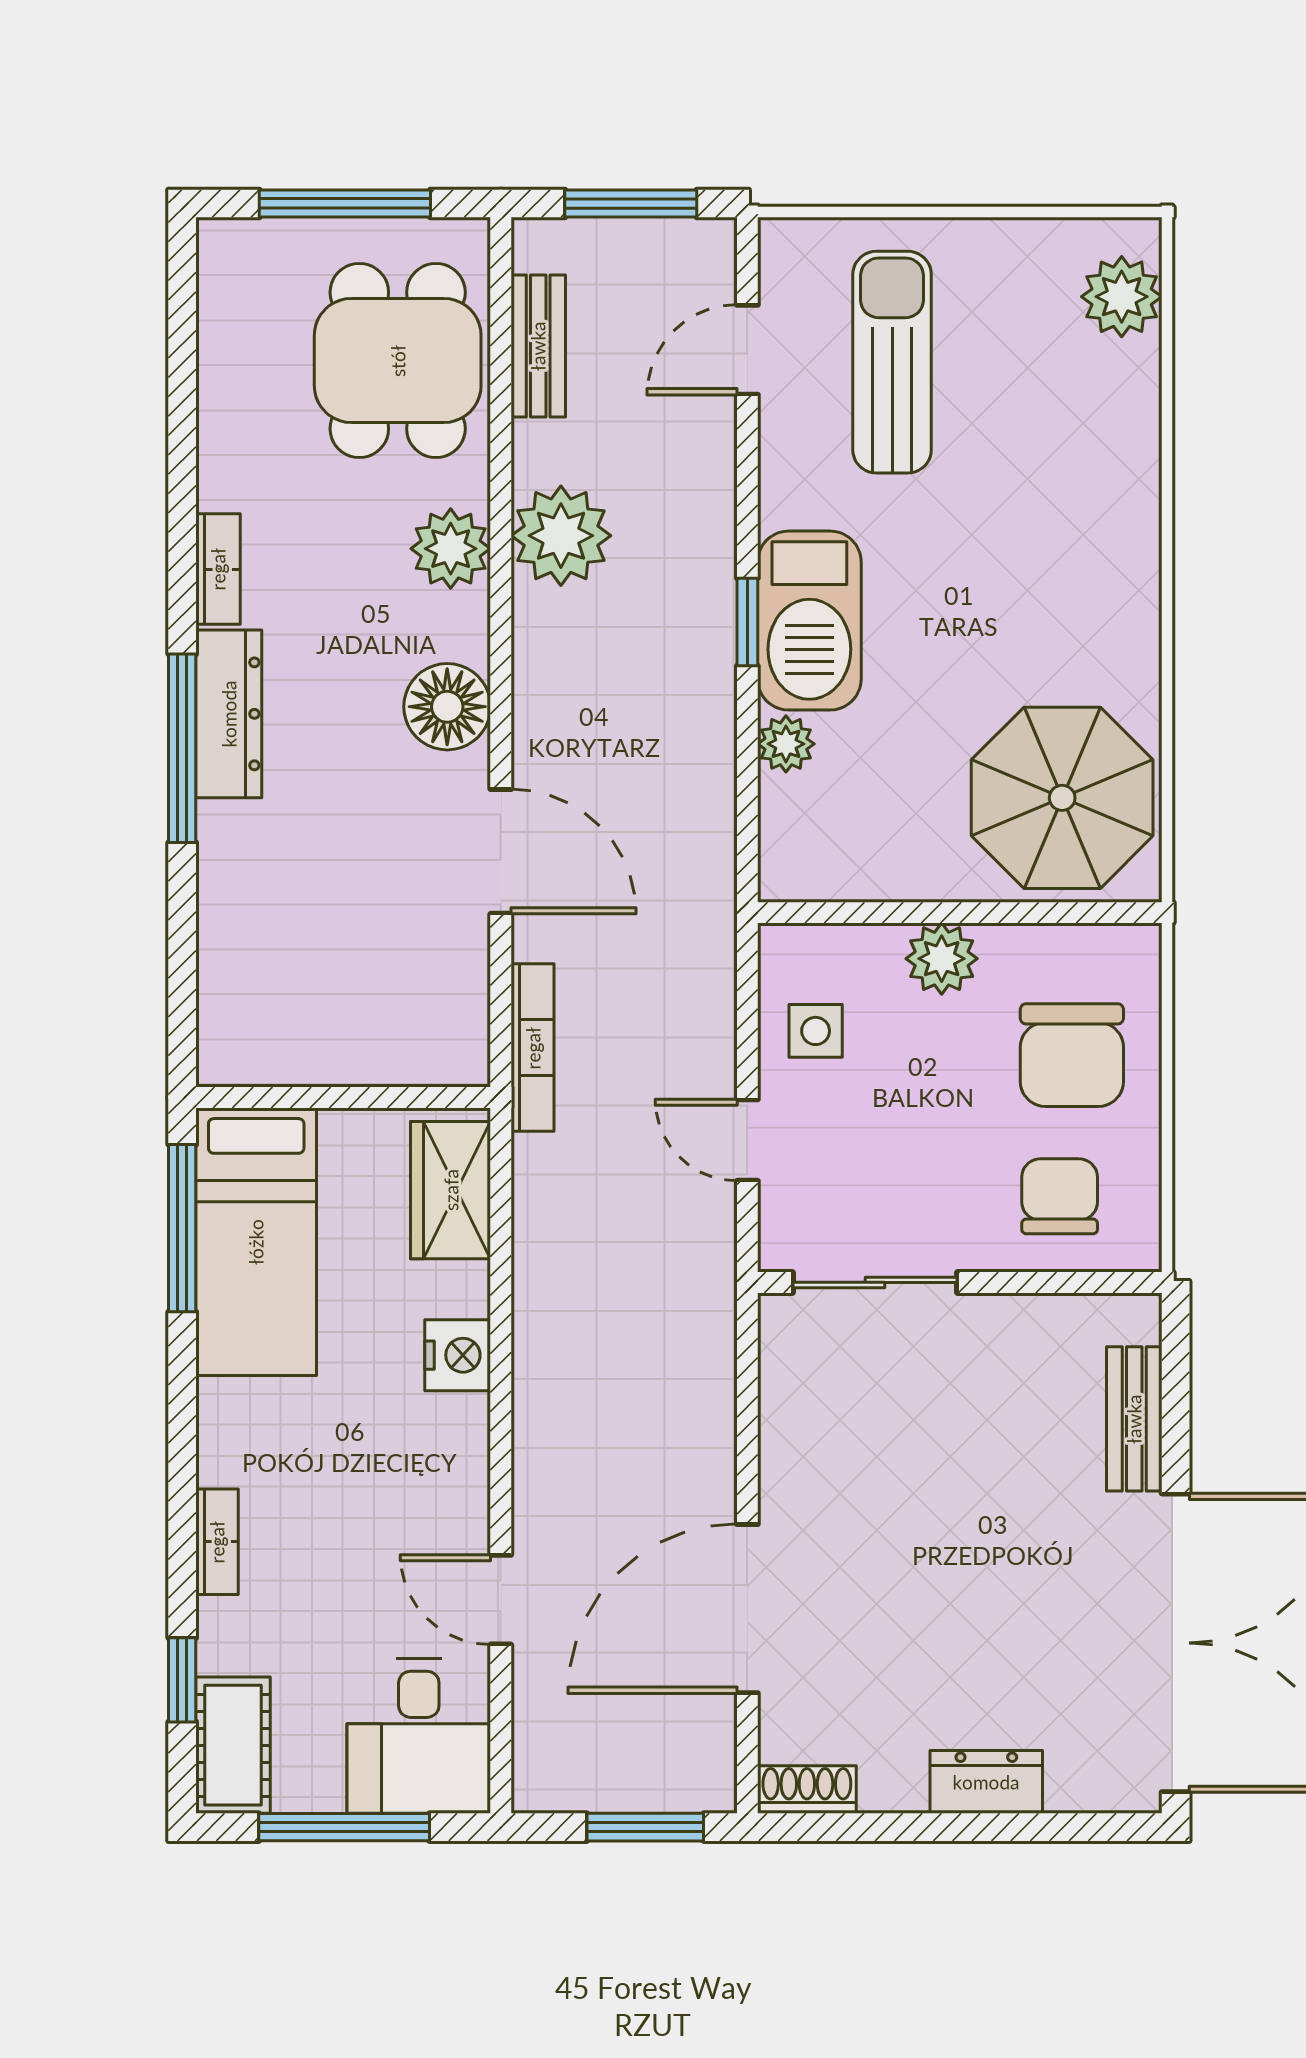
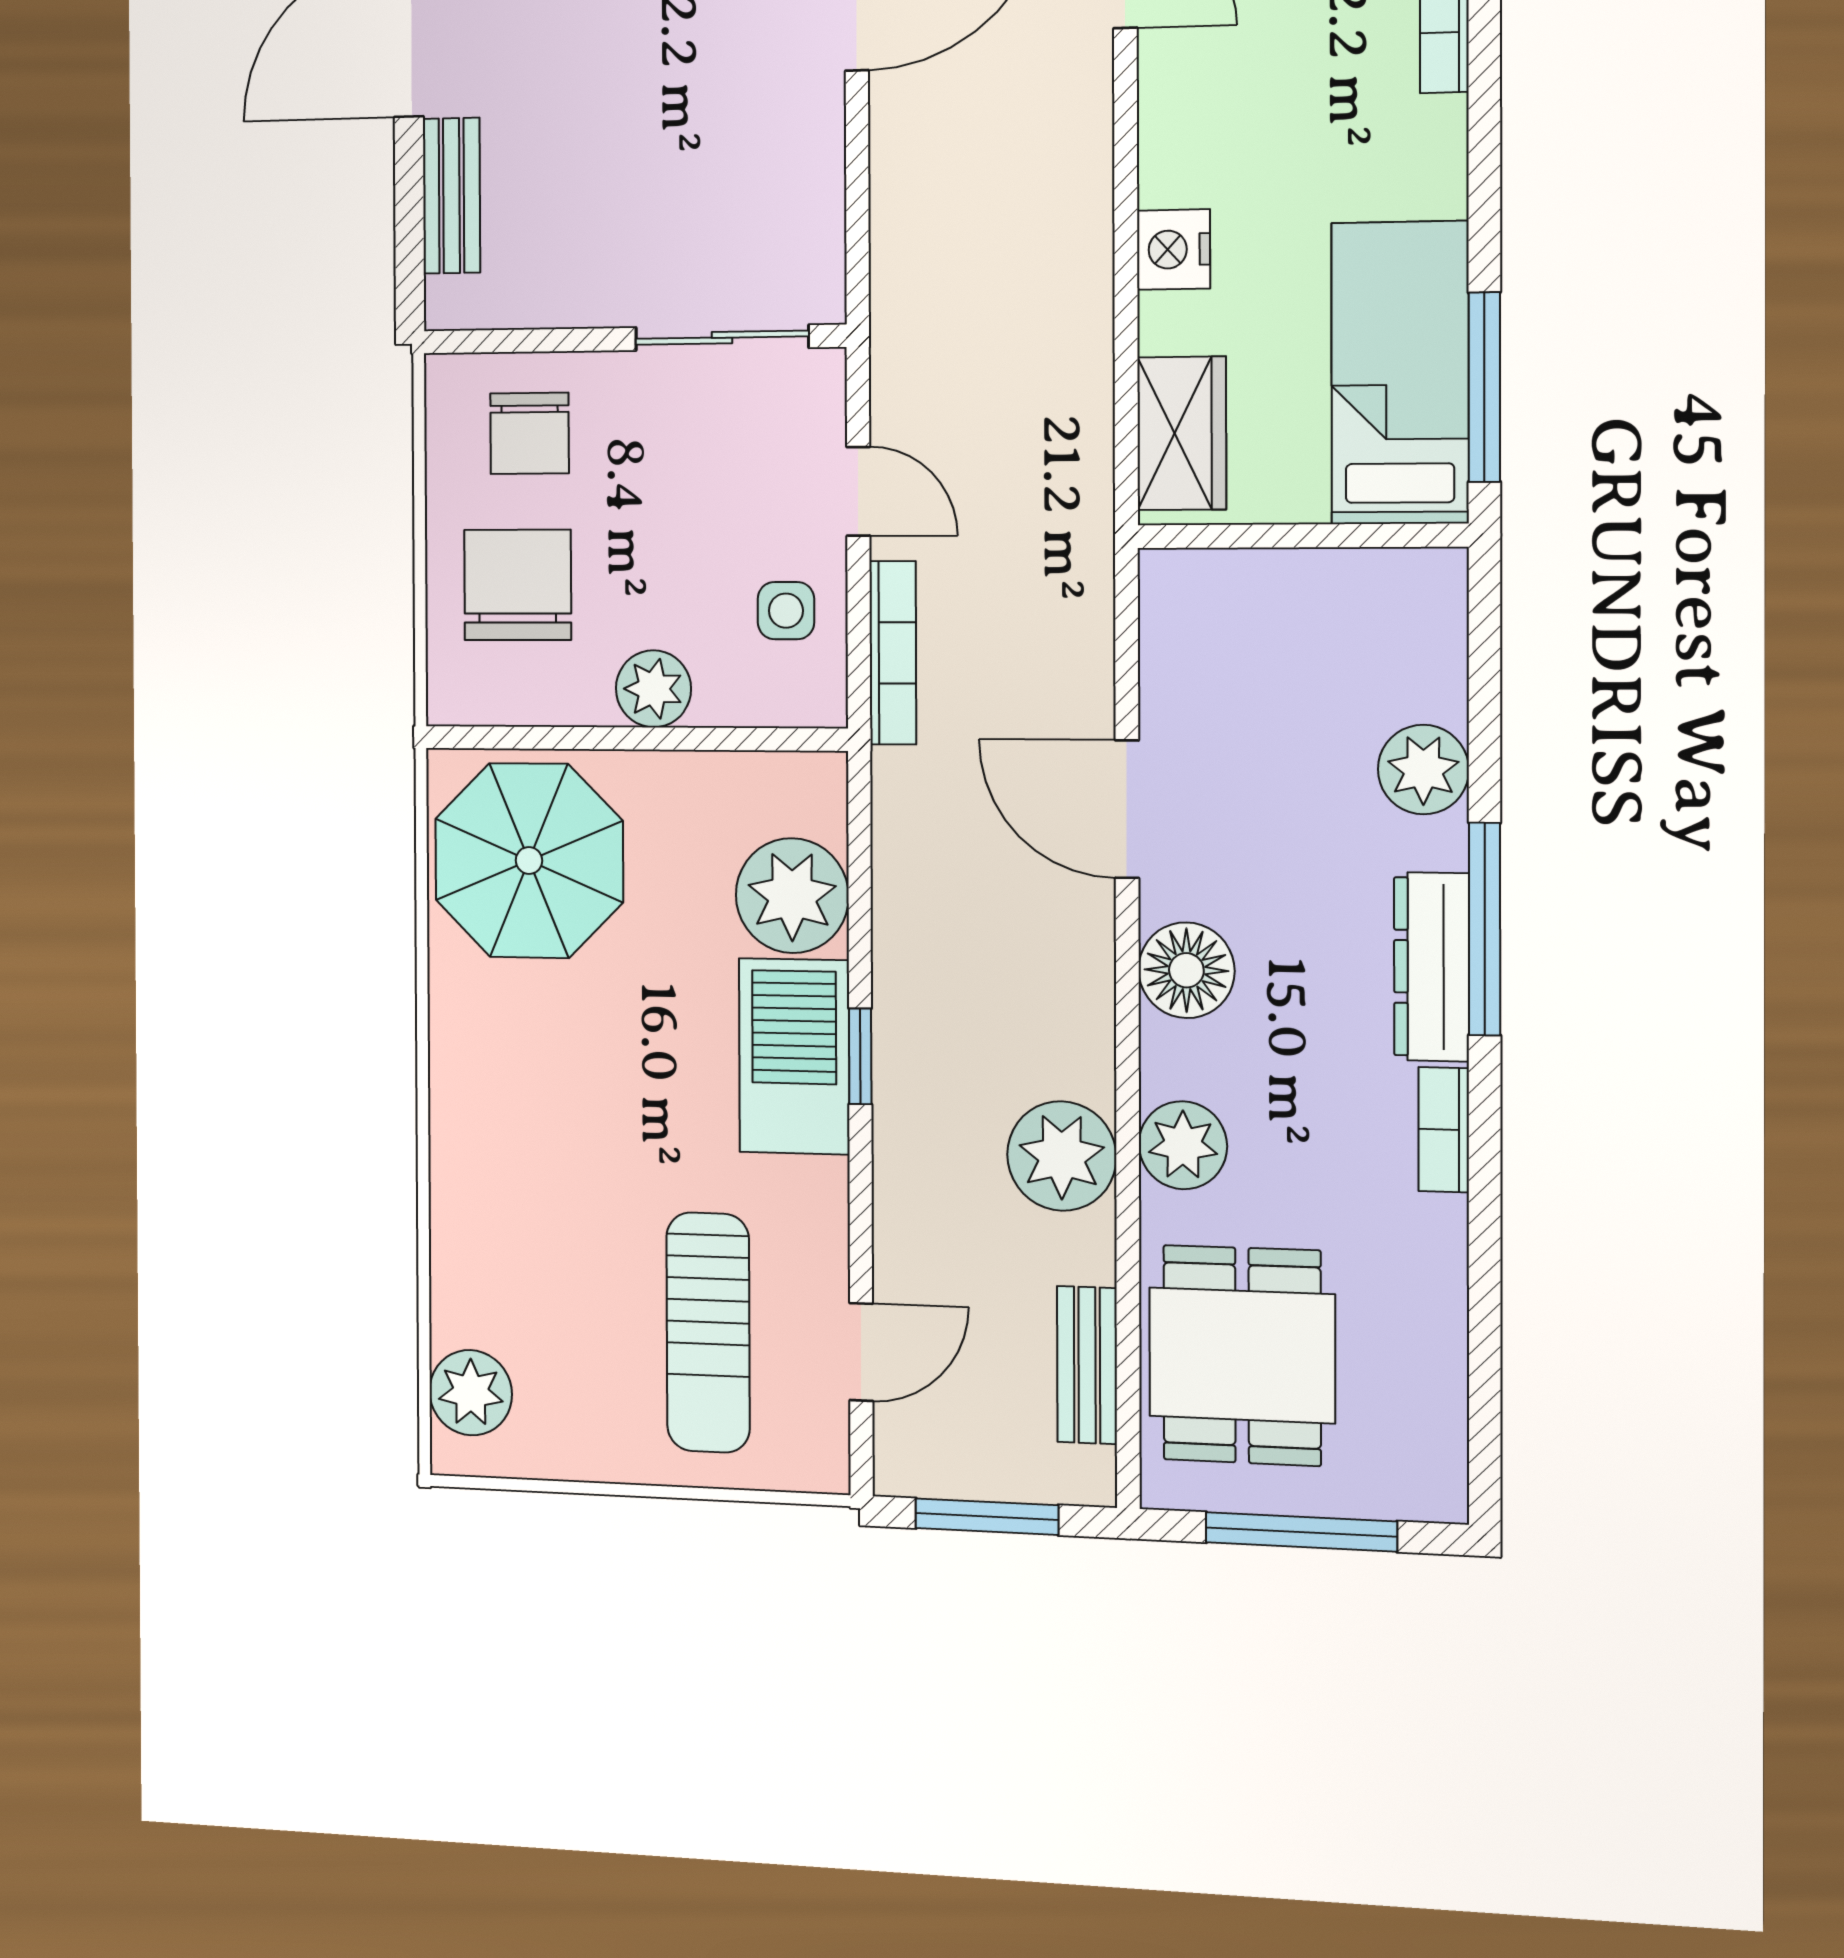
plant: (786, 744) -> (792, 896), width x1.87, depth x1.87
plant: (236, 889) -> (1423, 770), added
bookcase: (533, 1048) -> (893, 653), moved, turned 180

